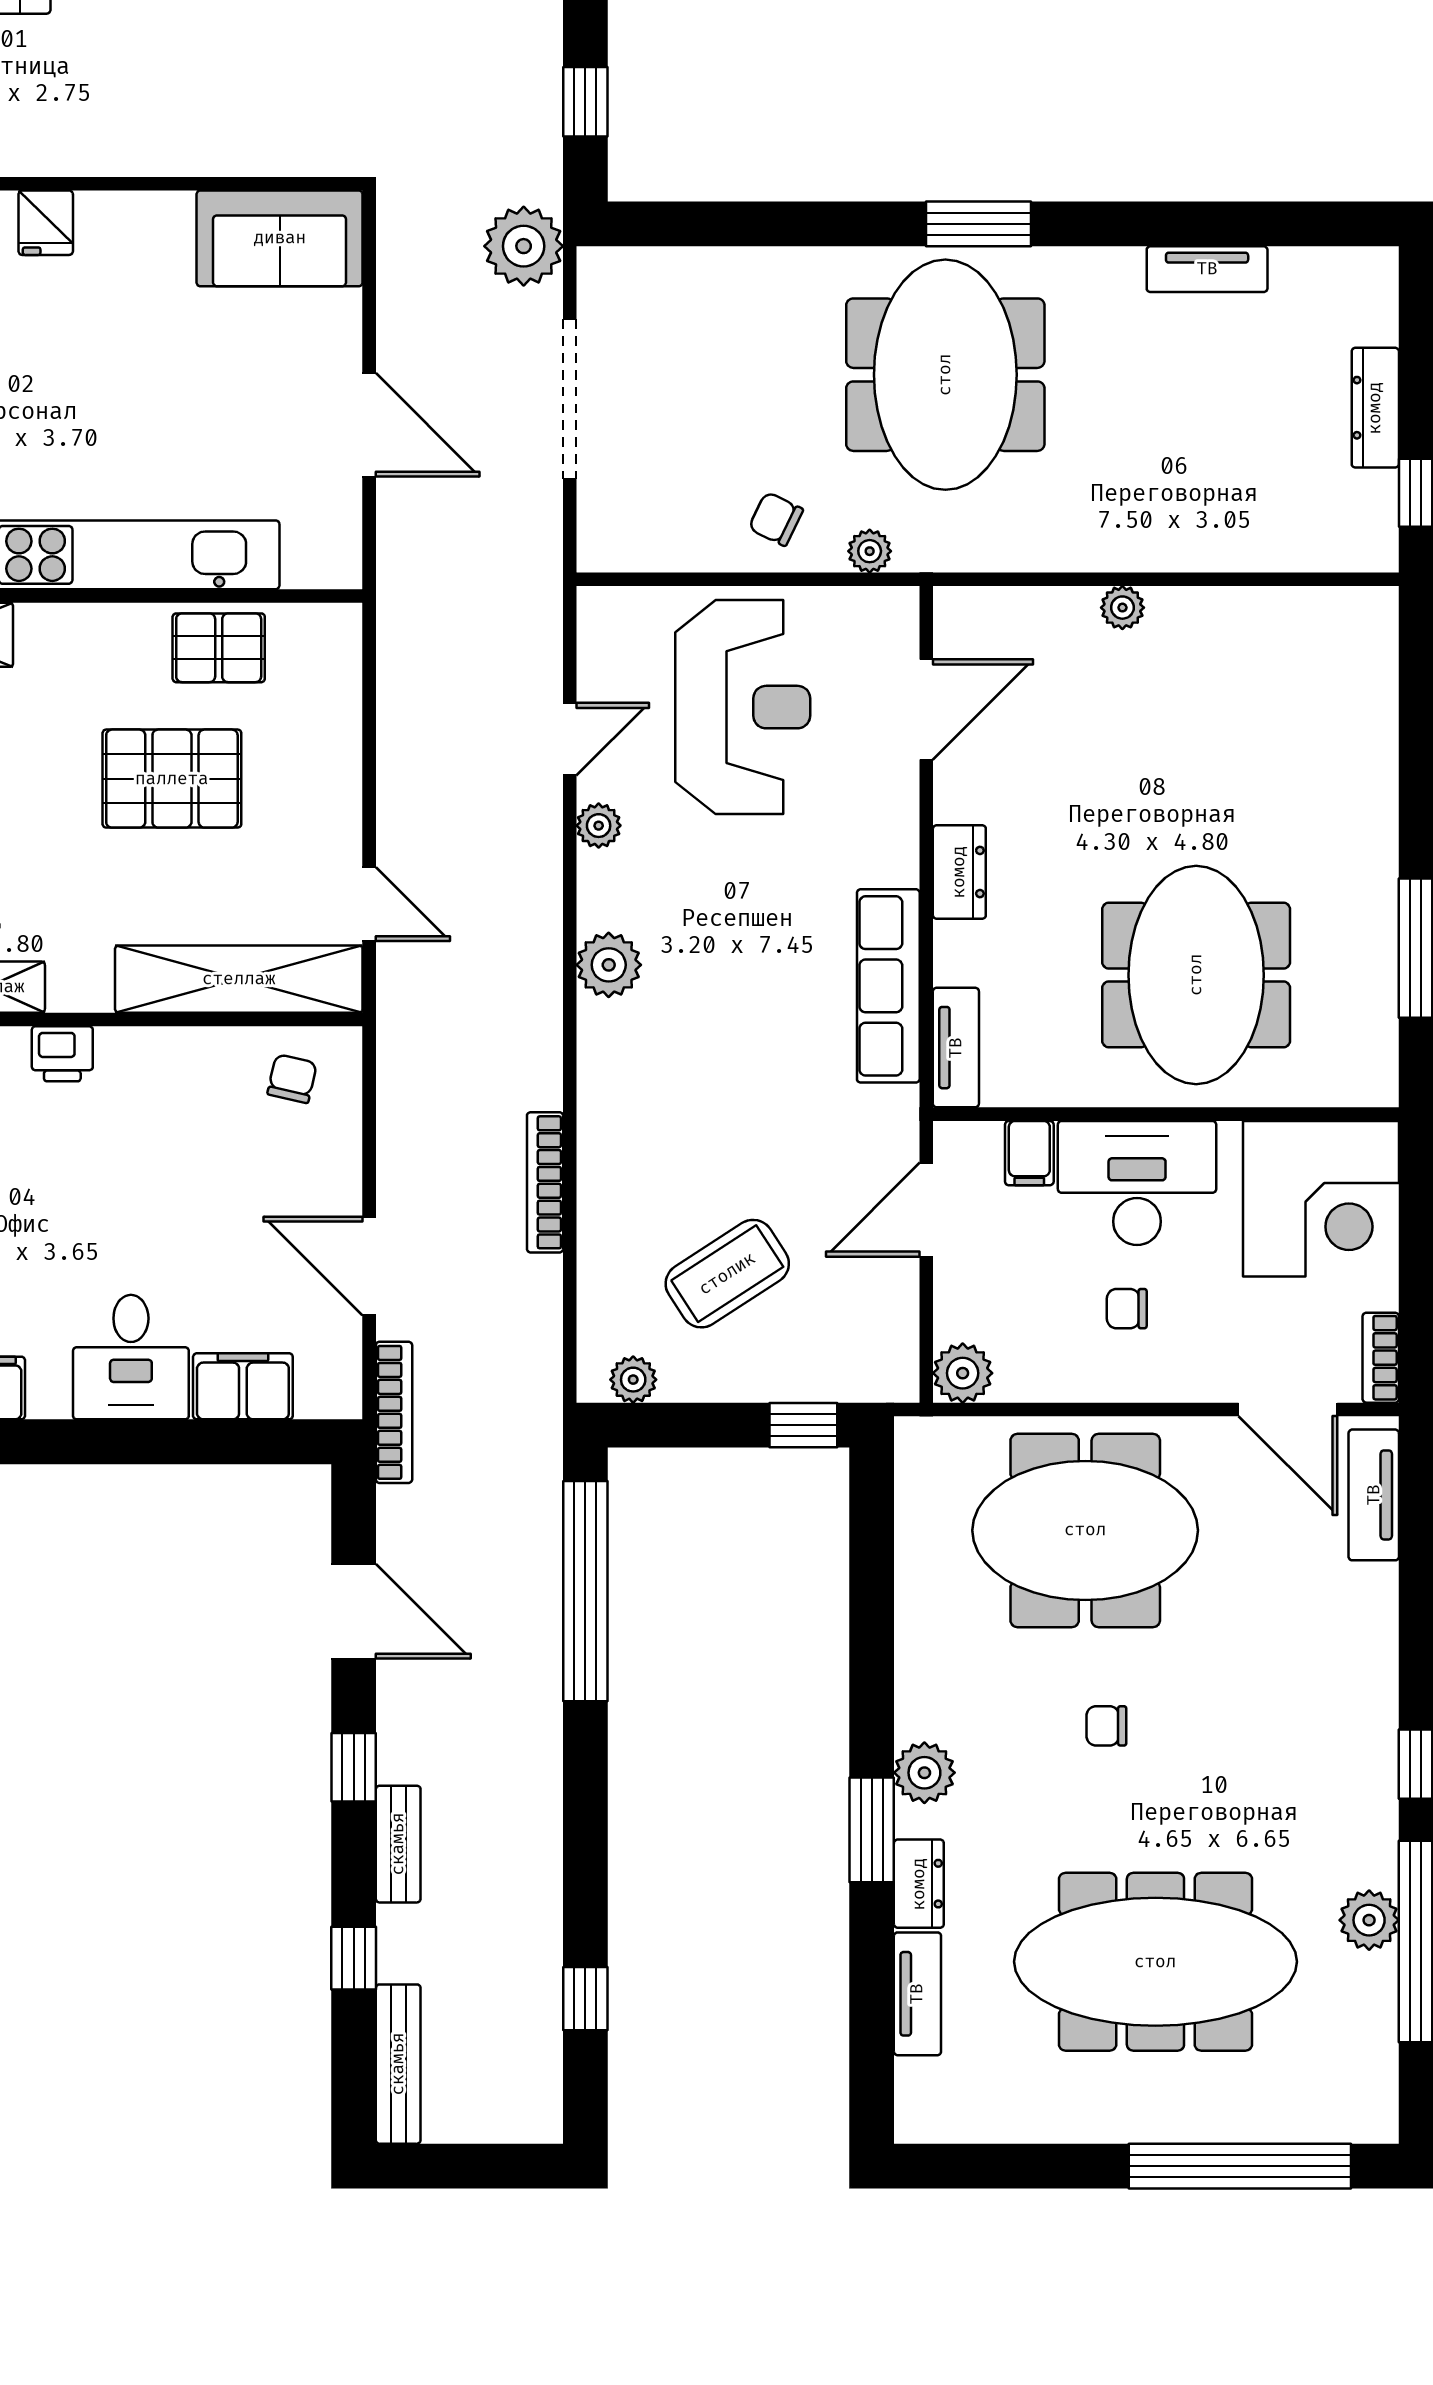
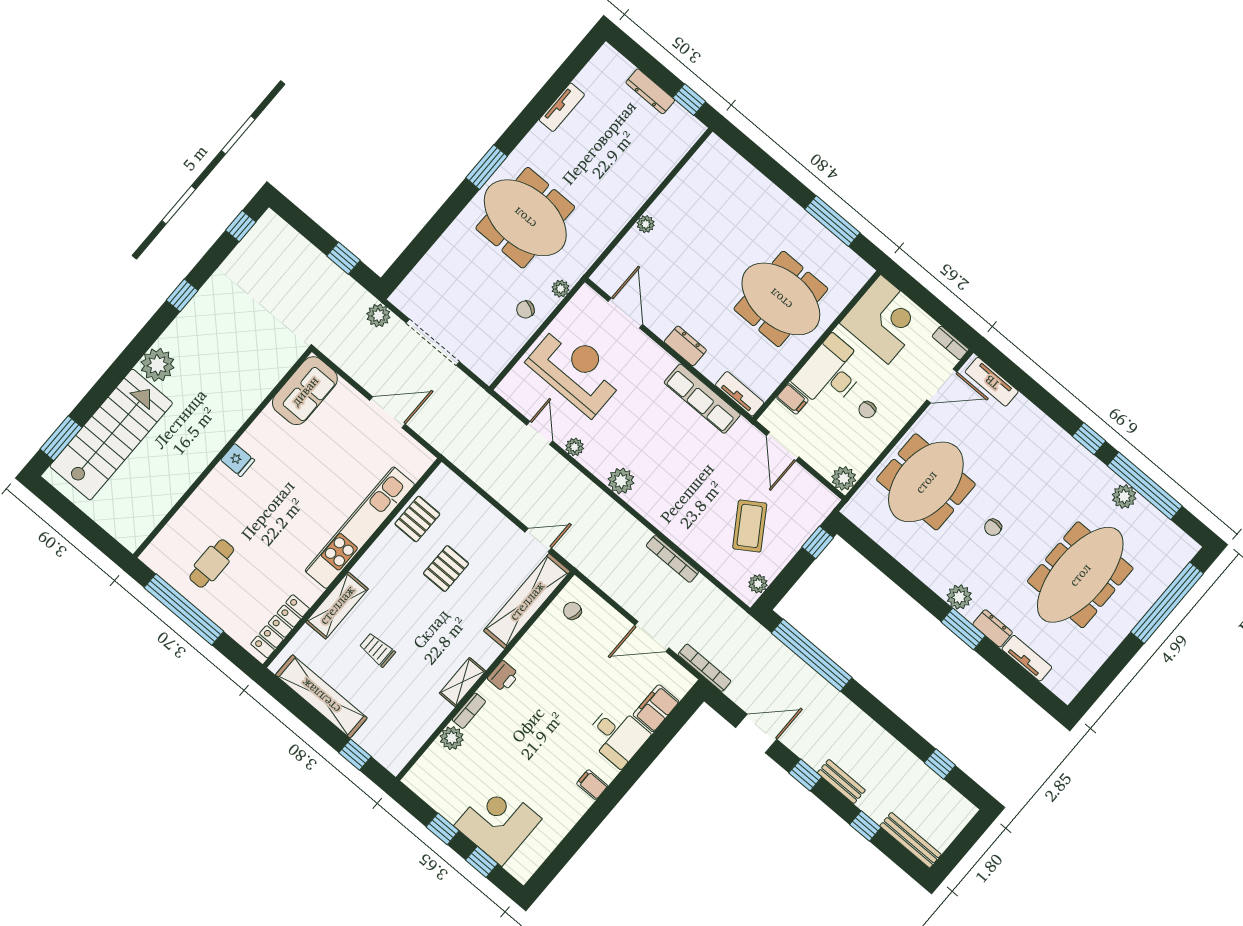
plant: (524, 246) -> (378, 316), width x0.73, depth x0.73
pallet: (172, 779) -> (446, 569), width x0.67, depth x0.71

